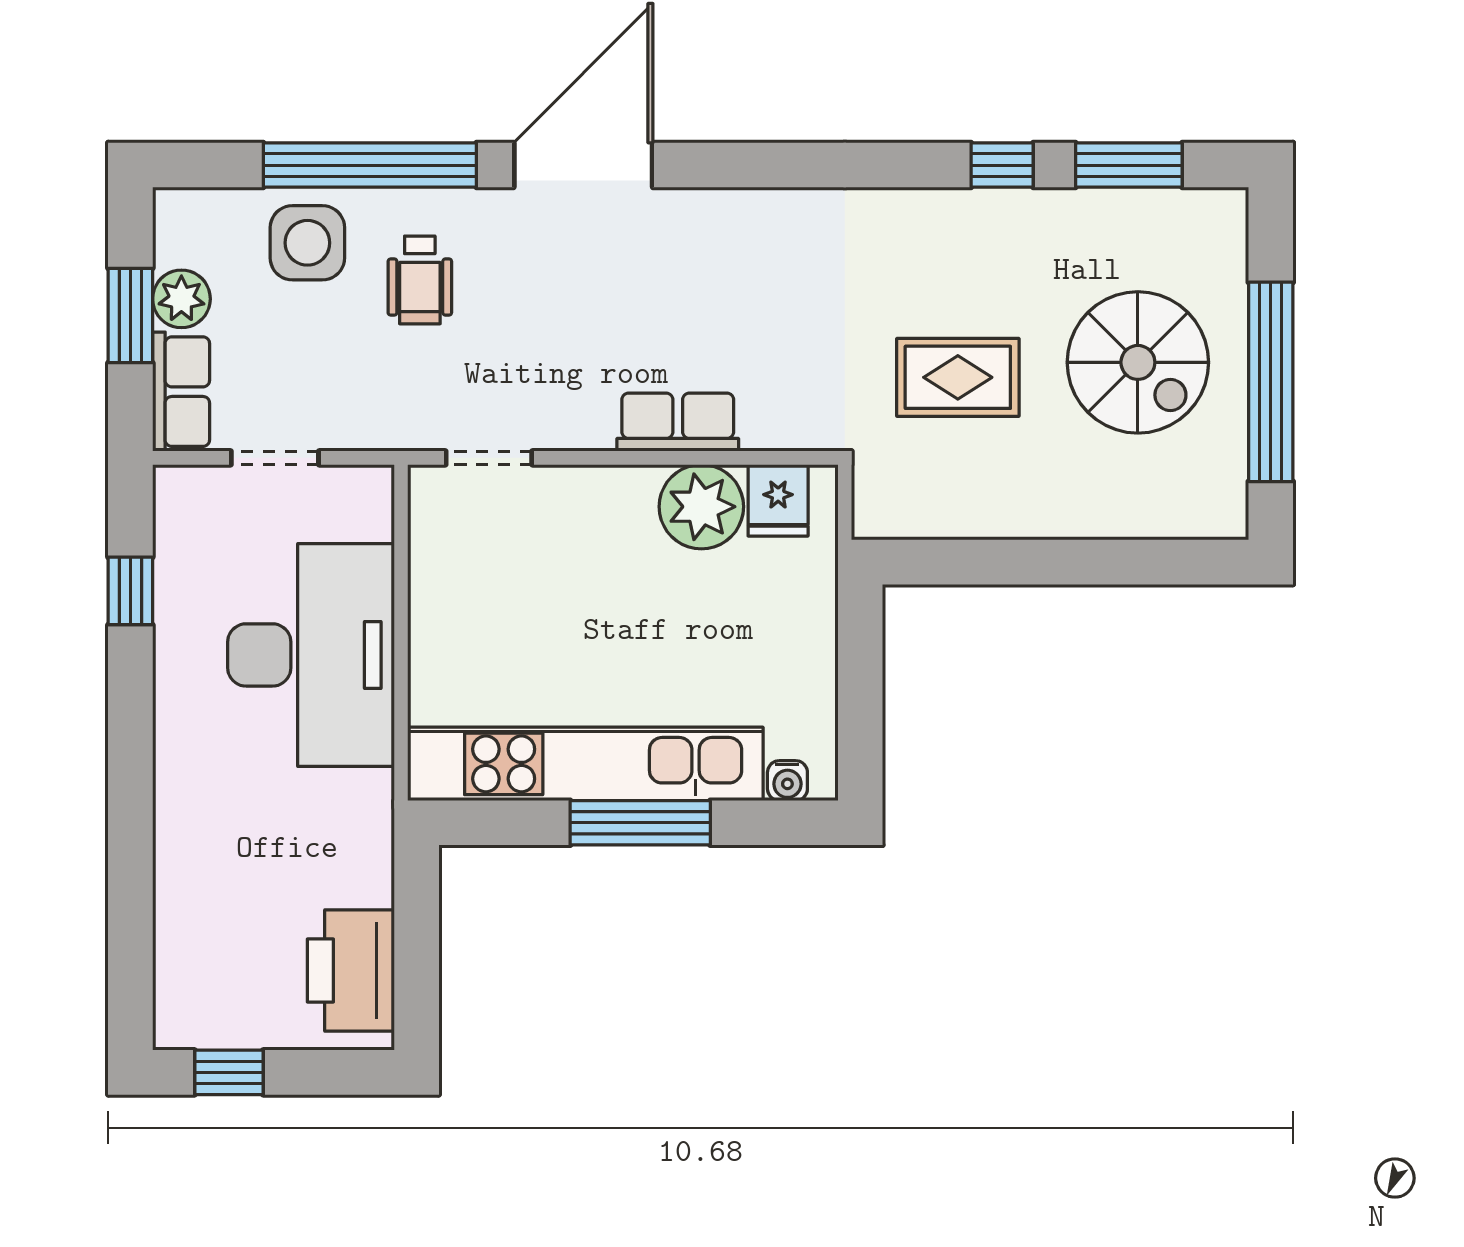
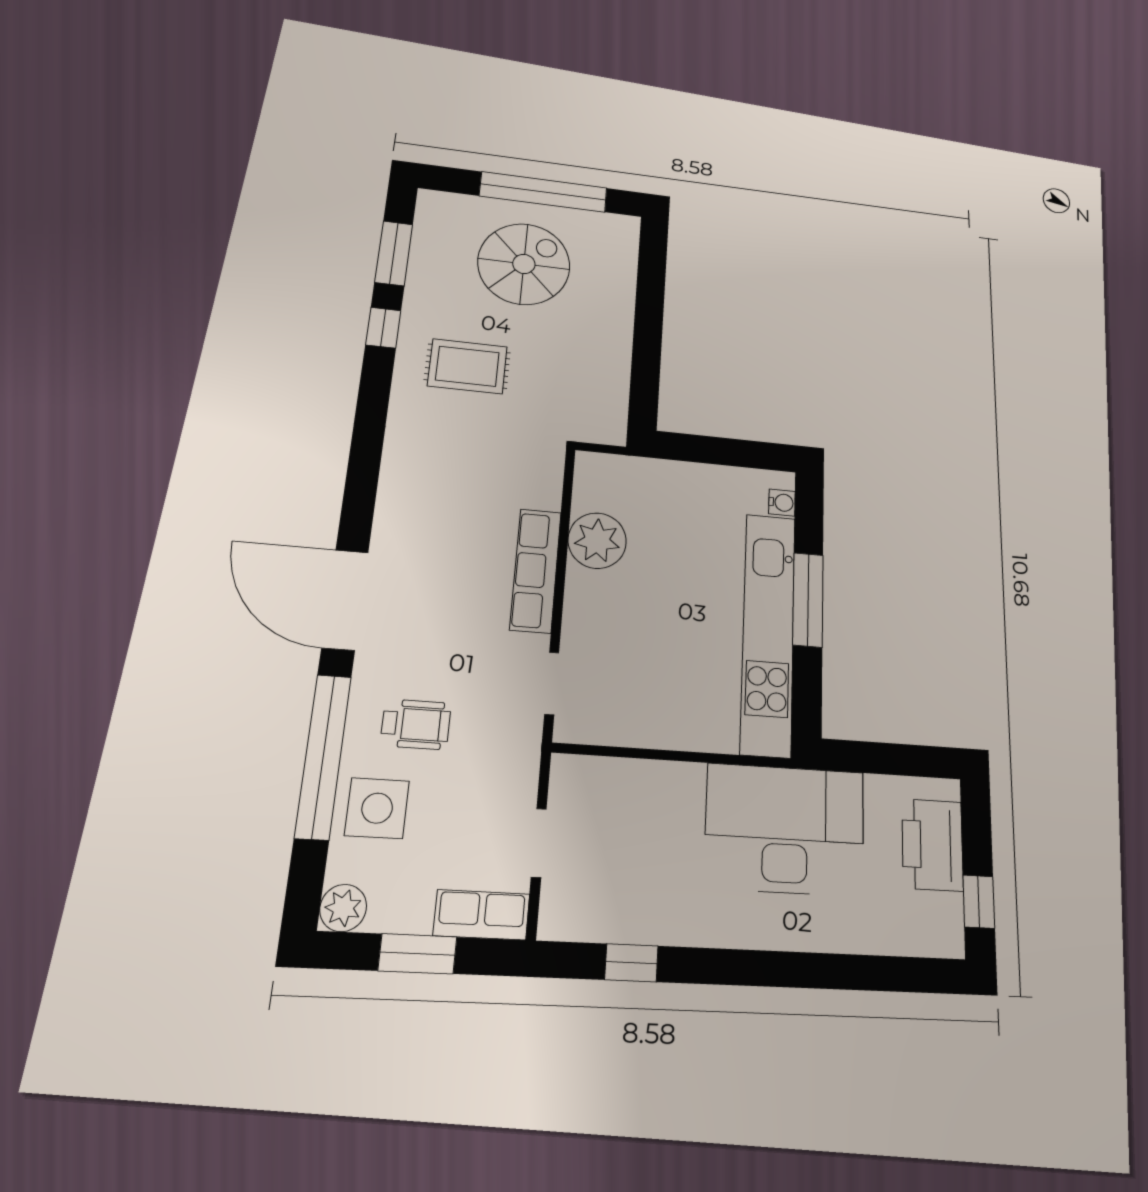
plant: (181, 299) -> (343, 908), moved
rug: (958, 377) -> (467, 366), moved, turned 90
row of seats: (678, 422) -> (536, 570), width x1.48
fridge: (778, 500) -> (596, 491), removed
desk: (311, 655) -> (785, 829), moved
printer: (351, 971) -> (932, 845), moved, turned 90

